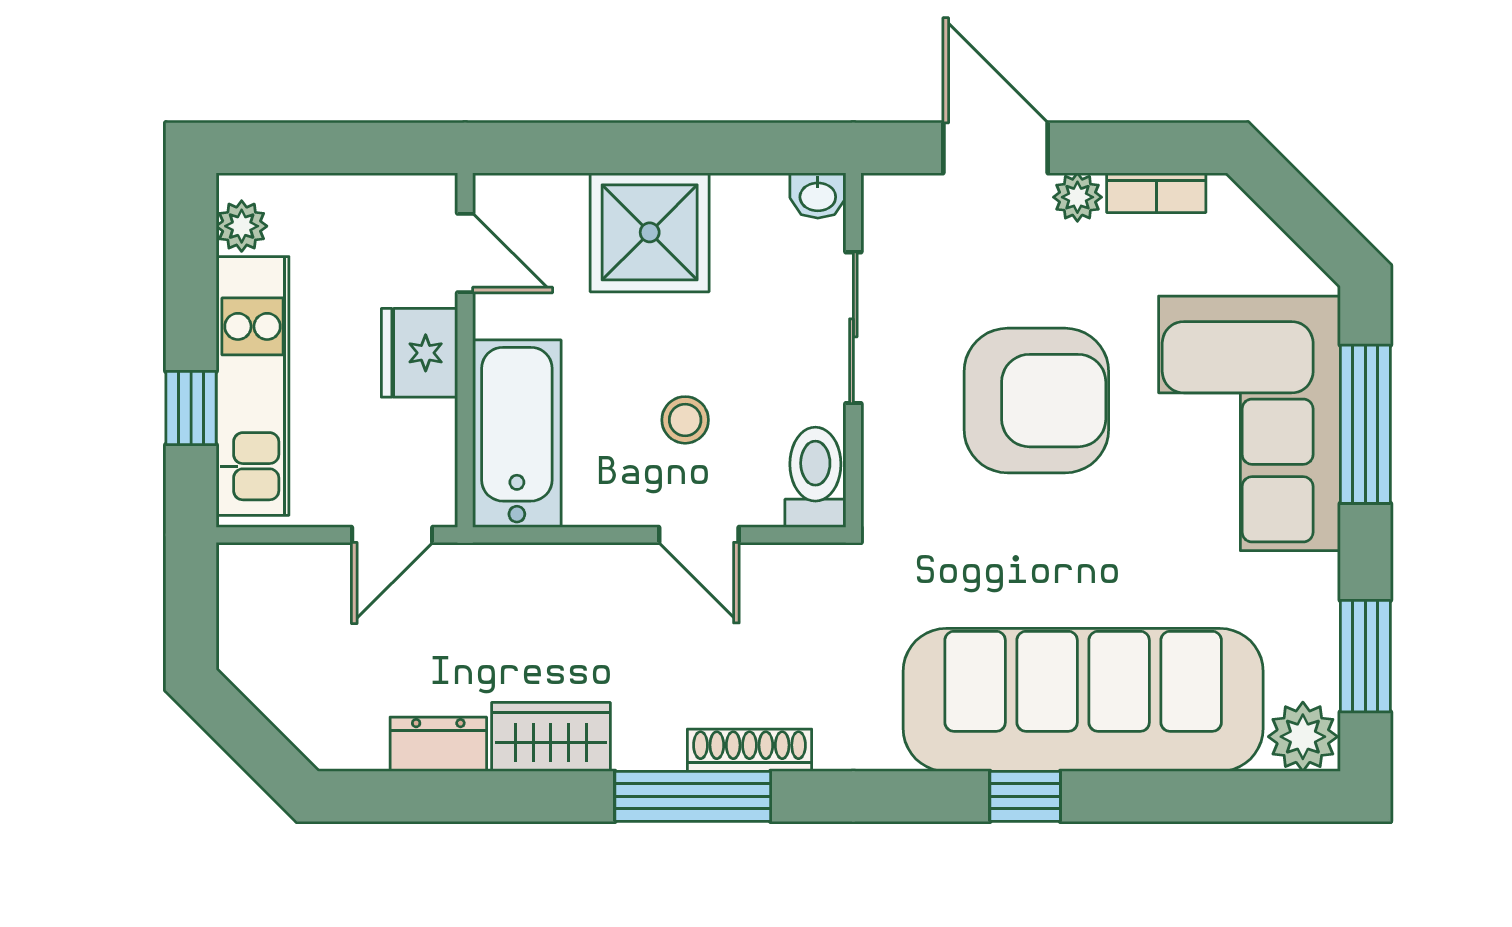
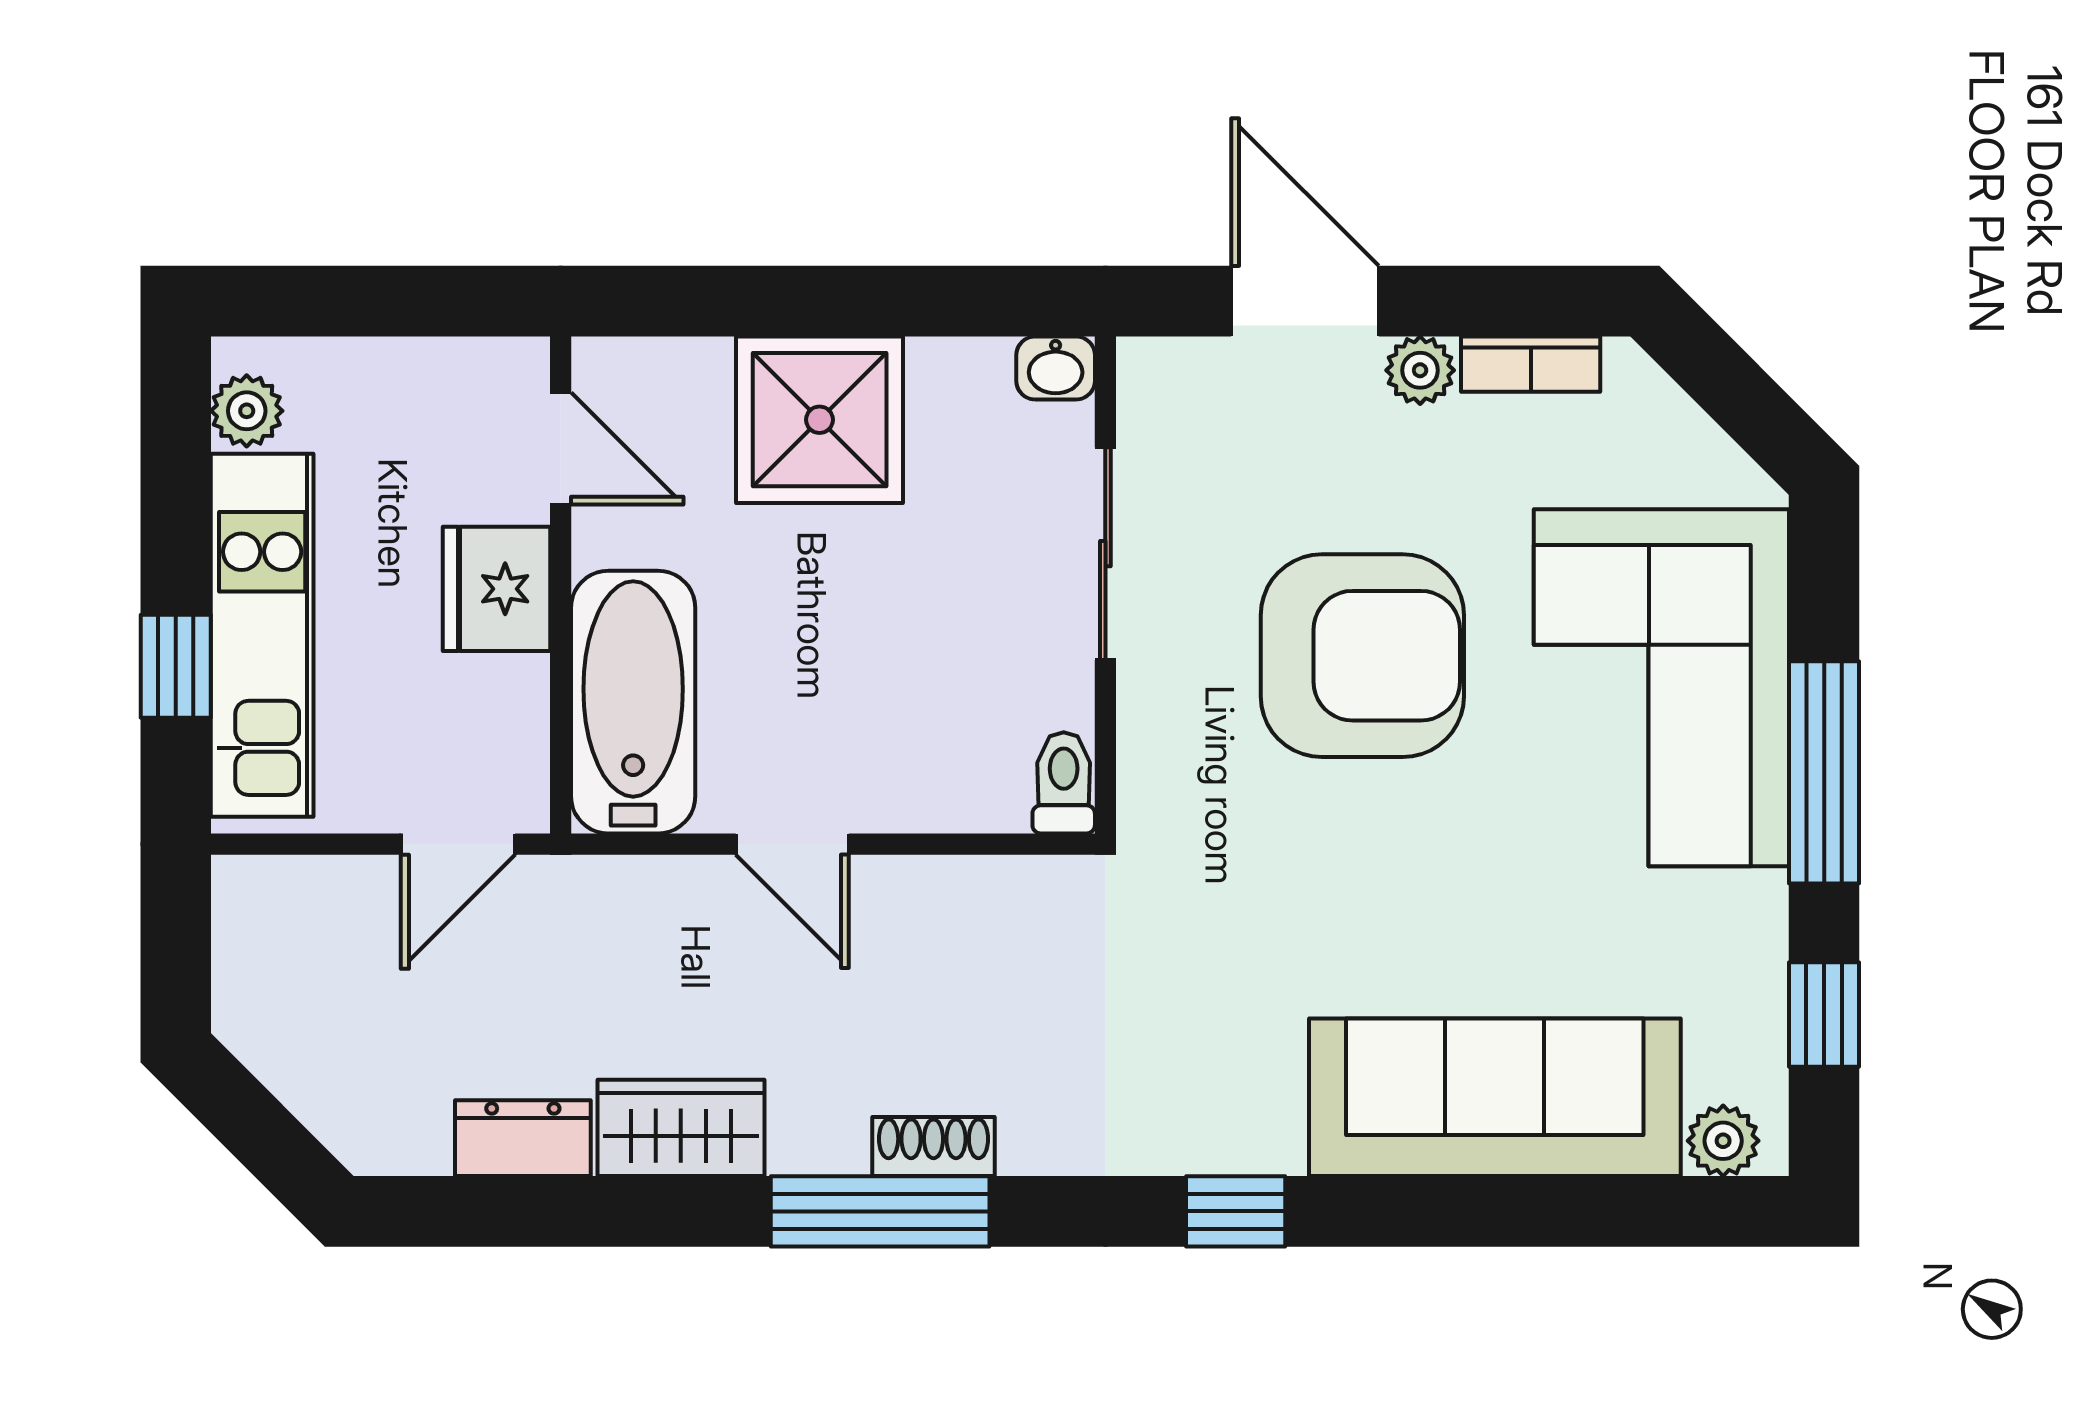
stool: (685, 420) -> (869, 683), removed
window: (1365, 424) -> (1824, 772), moved
toilet: (815, 477) -> (1064, 783), width x0.73, depth x0.72
door: (699, 535) -> (792, 844), moved
window: (1365, 656) -> (1824, 1014), width x0.67
sofa: (1083, 700) -> (1495, 1097), width x0.74, depth x0.79
plant: (1303, 737) -> (1723, 1141), width x0.73, depth x0.73
shoe rack: (750, 750) -> (934, 1147), width x0.70
window: (1025, 796) -> (1236, 1211), moved

